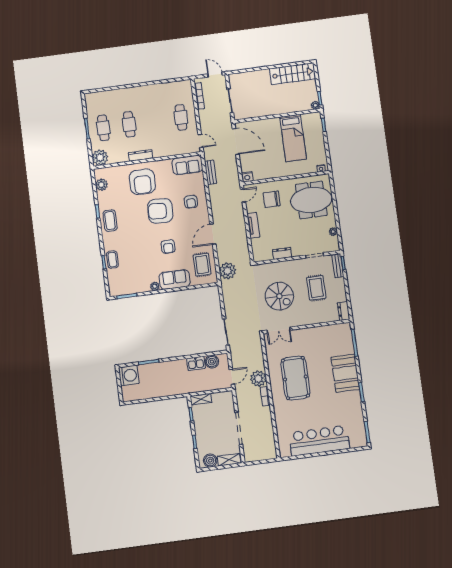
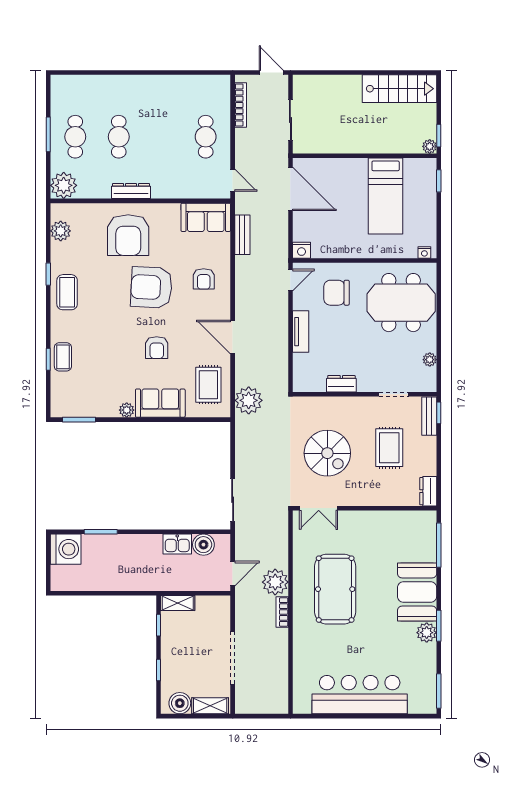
door: (213, 234) -> (233, 337), hinge flipped
plant: (355, 397) -> (427, 633), added

